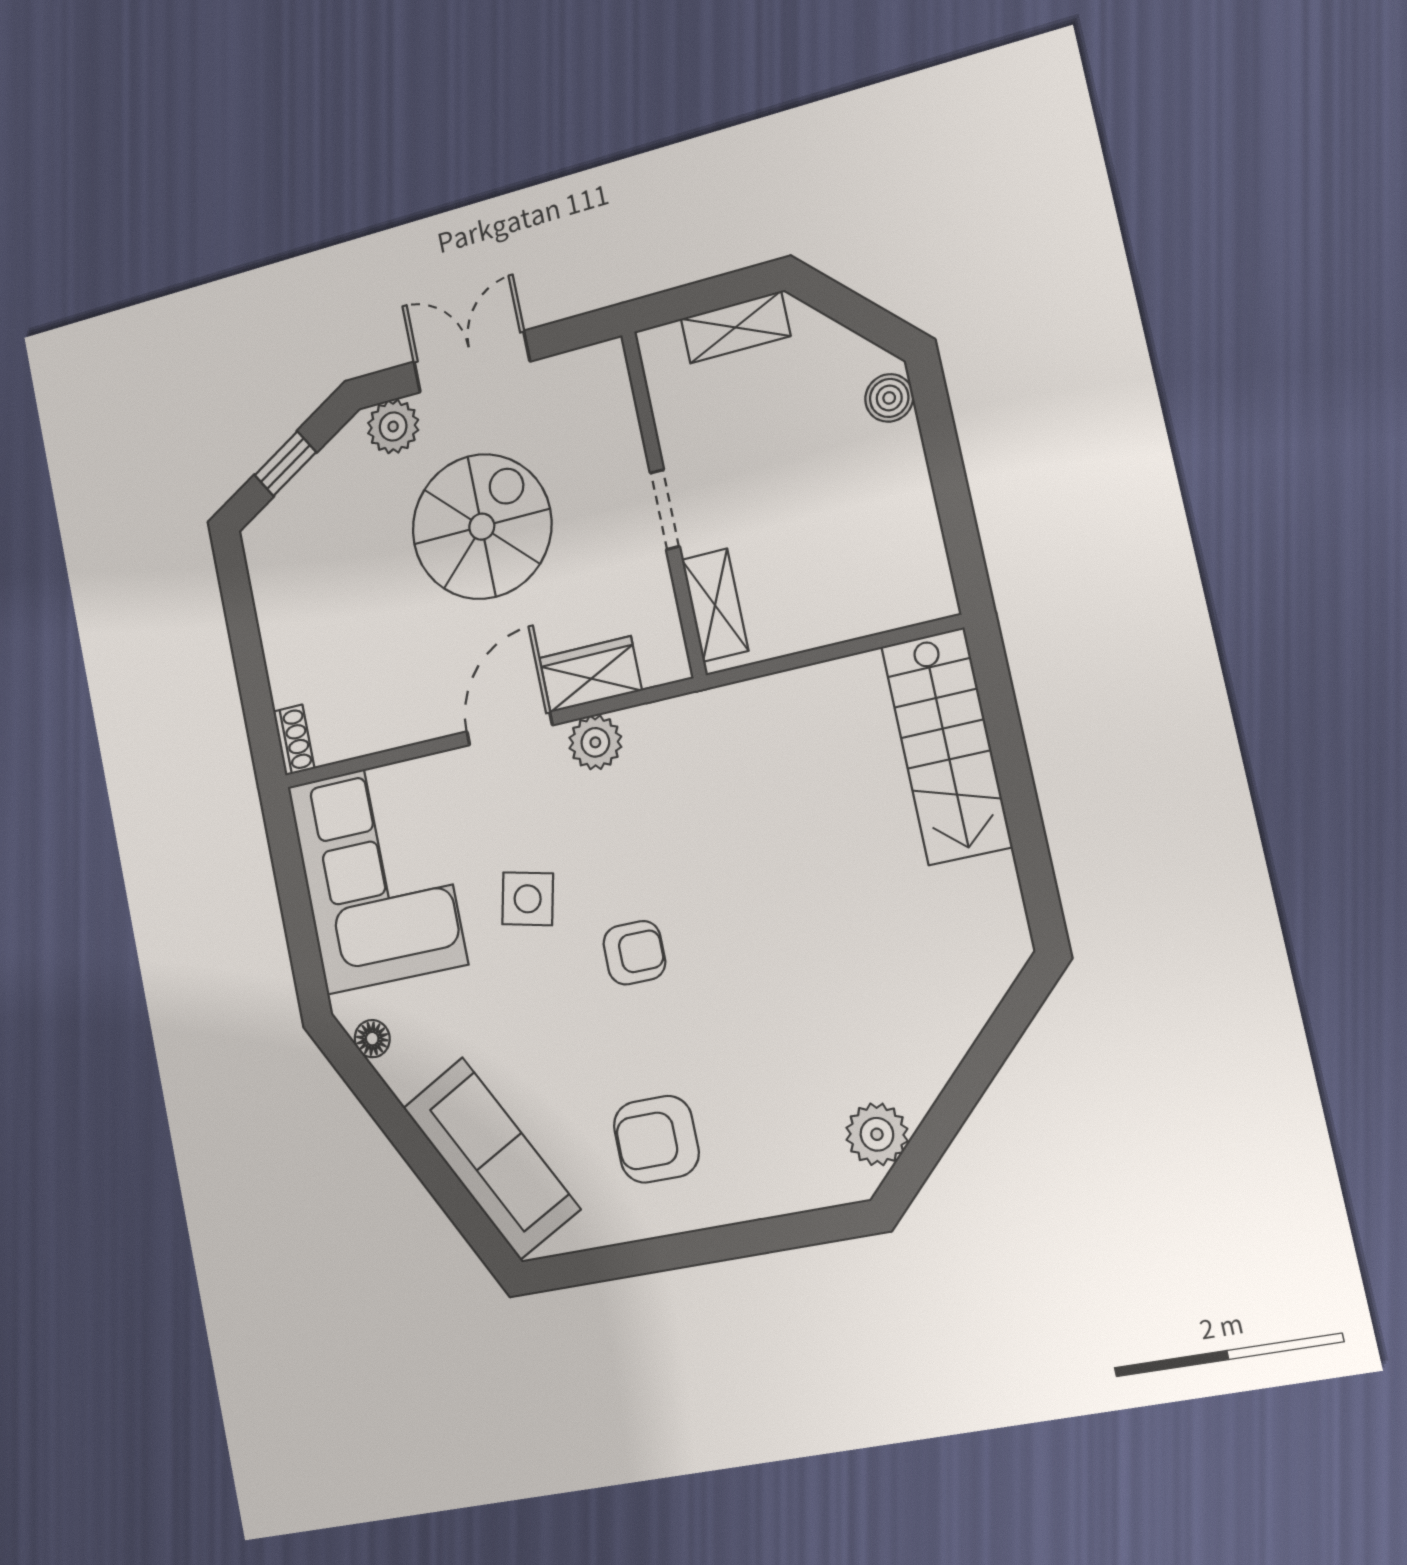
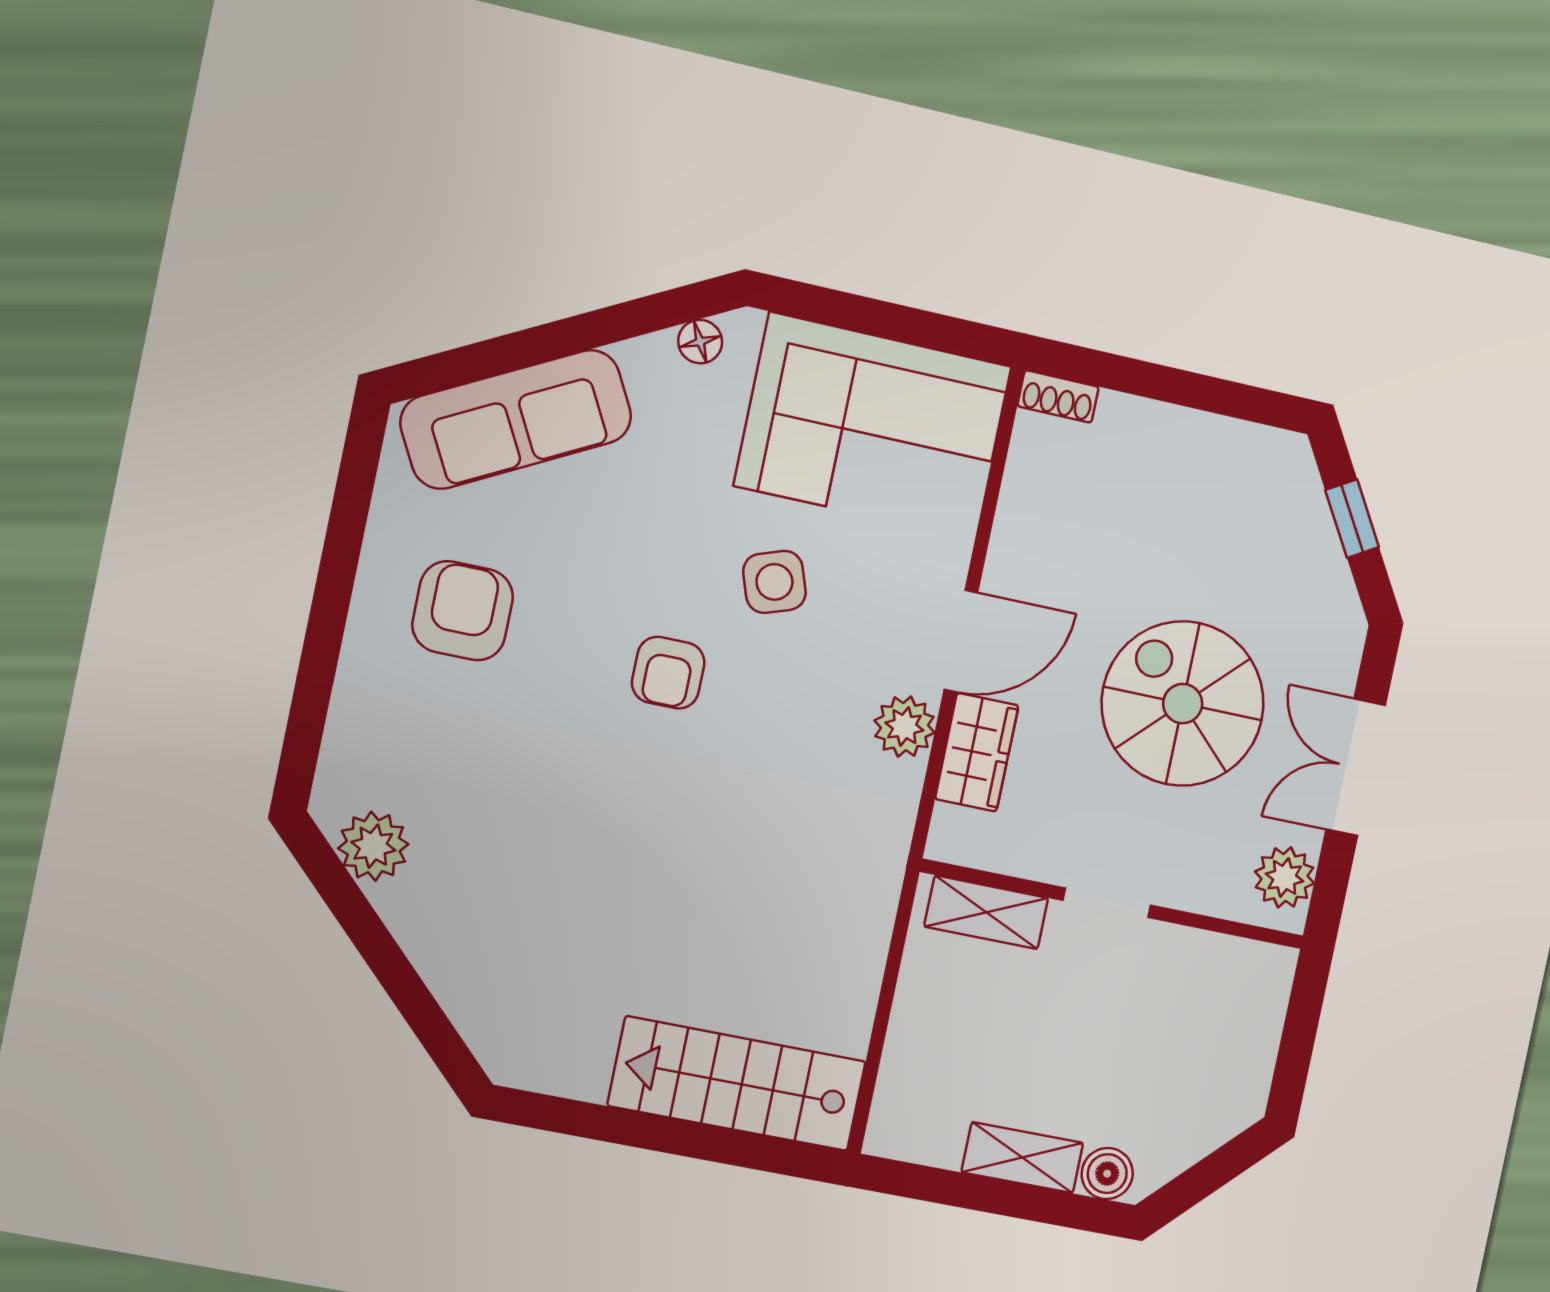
shelving: (735, 327) -> (1022, 1158), moved, turned 90
double door: (472, 362) -> (1356, 767), swing flipped
plant: (393, 426) -> (1285, 877), moved
spiral stairs: (482, 527) -> (1183, 704), turned 180
door: (510, 728) -> (961, 641), hinge flipped
side table: (528, 899) -> (774, 582), turned -32

